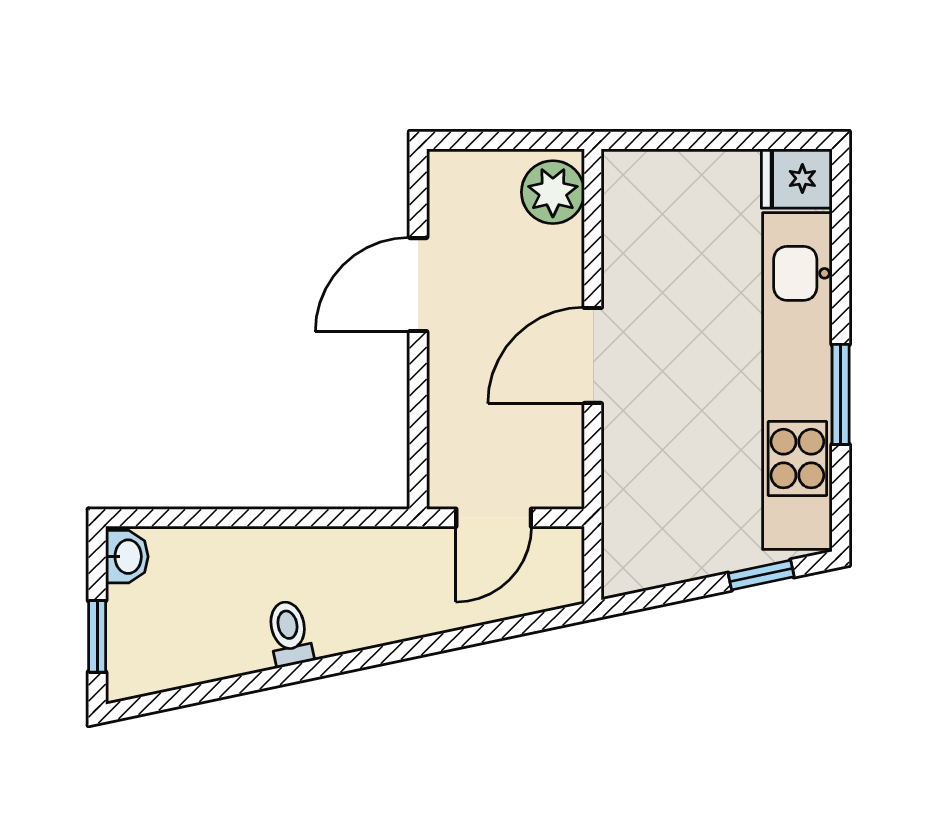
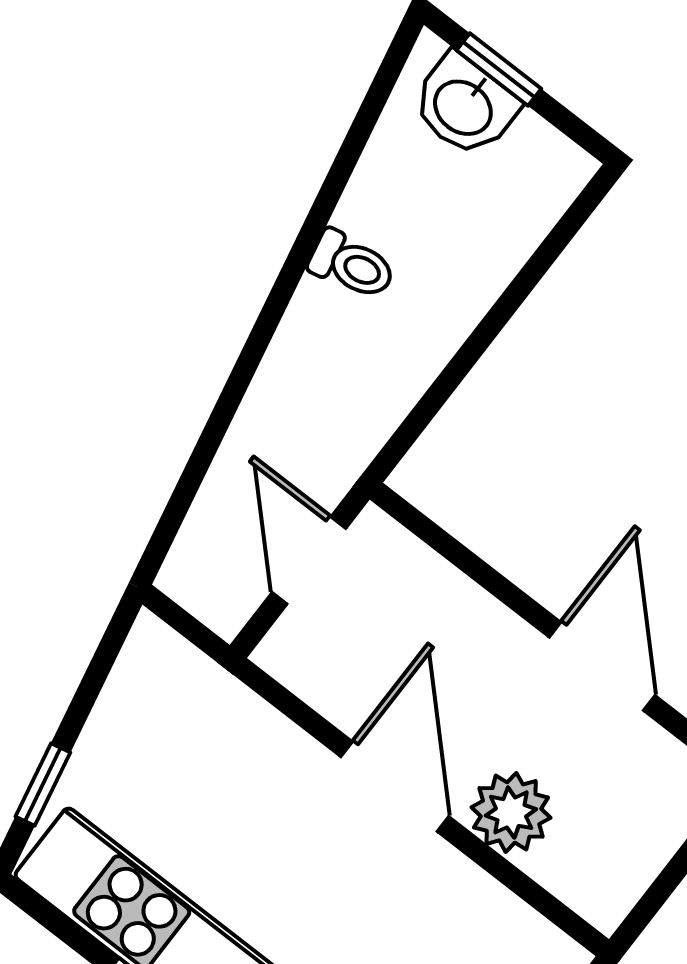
plant: (553, 192) -> (511, 812), moved
washbasin: (127, 557) -> (464, 106), moved, width x1.38, depth x1.45

